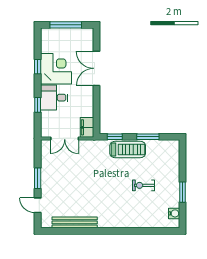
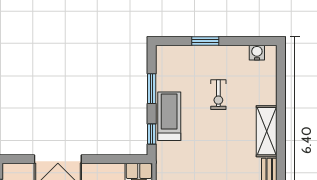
window: (182, 192) -> (205, 41), moved
shelving: (117, 221) -> (267, 131), added

